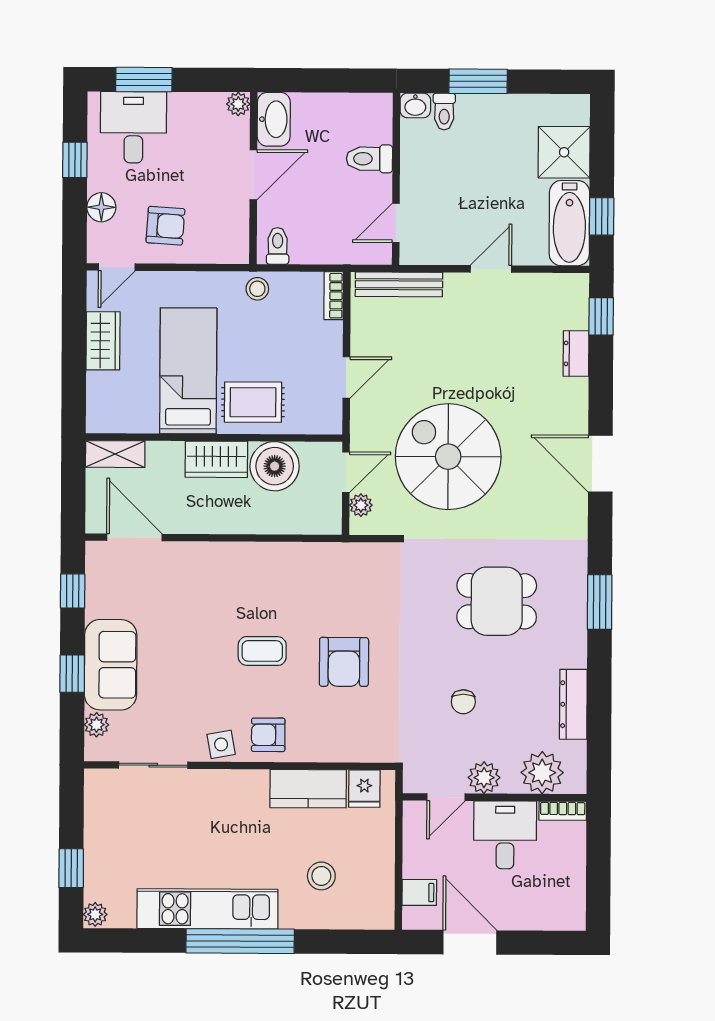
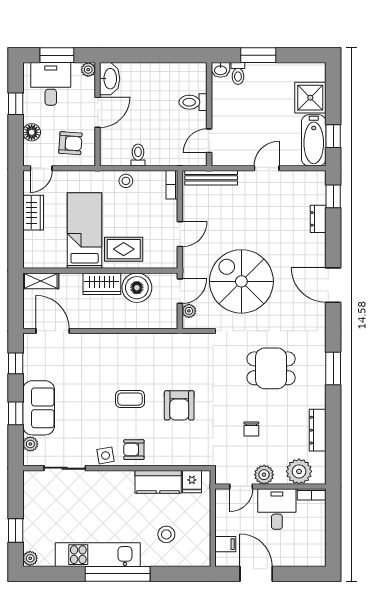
plant: (238, 104) -> (88, 70), moved
washbasin: (274, 119) -> (110, 79), moved
door: (253, 175) -> (98, 112), moved
wall: (253, 178) -> (98, 114), moved

